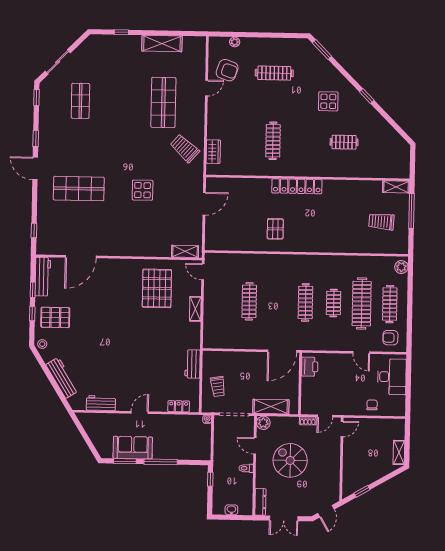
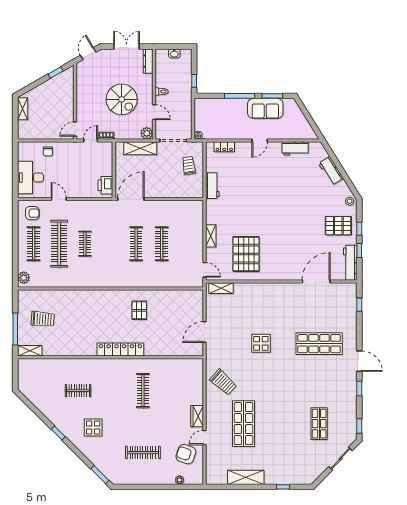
wardrobe: (213, 152) -> (197, 416), moved
clothes rail: (305, 302) -> (136, 244), moved
workbench: (62, 378) -> (331, 171), width x0.73

